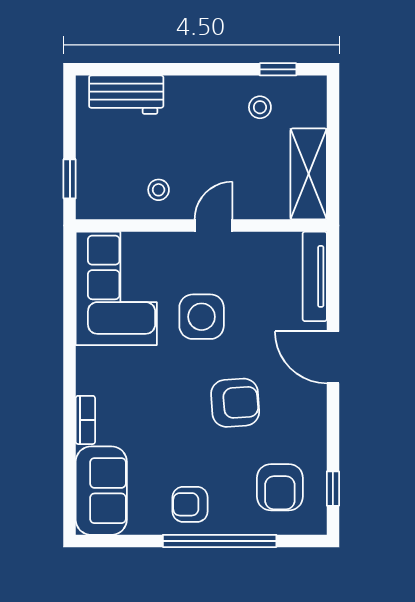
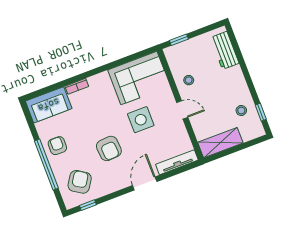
armchair: (280, 487) -> (80, 182), turned 123

